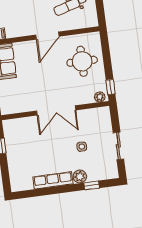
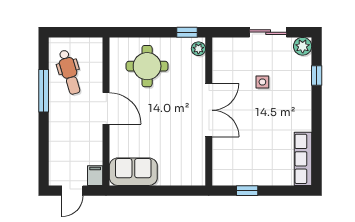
plant: (80, 177) -> (303, 46), moved
row of seats: (53, 180) -> (303, 159), moved

